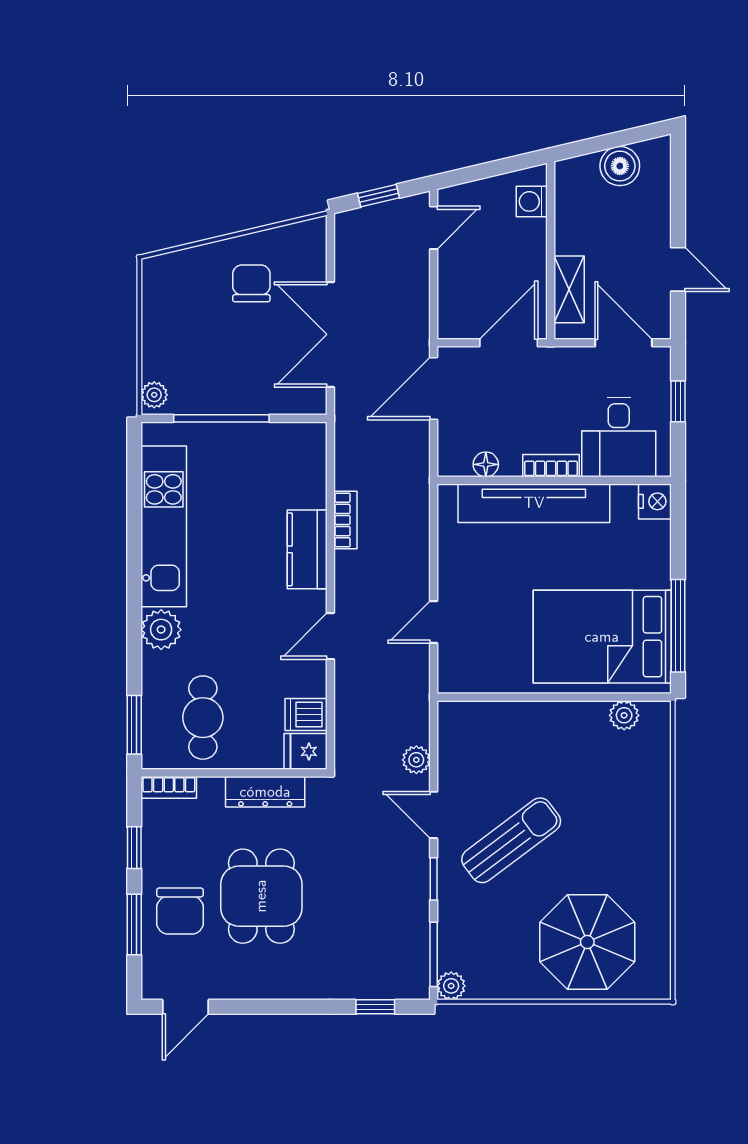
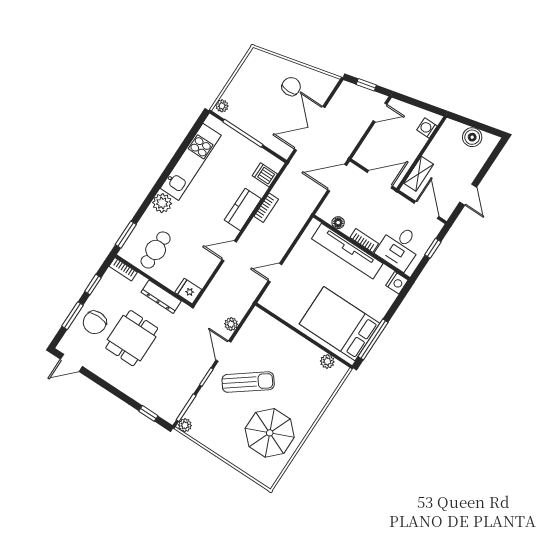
dishwasher: (306, 714) -> (265, 175), moved
parasol: (587, 942) -> (270, 433), moved

